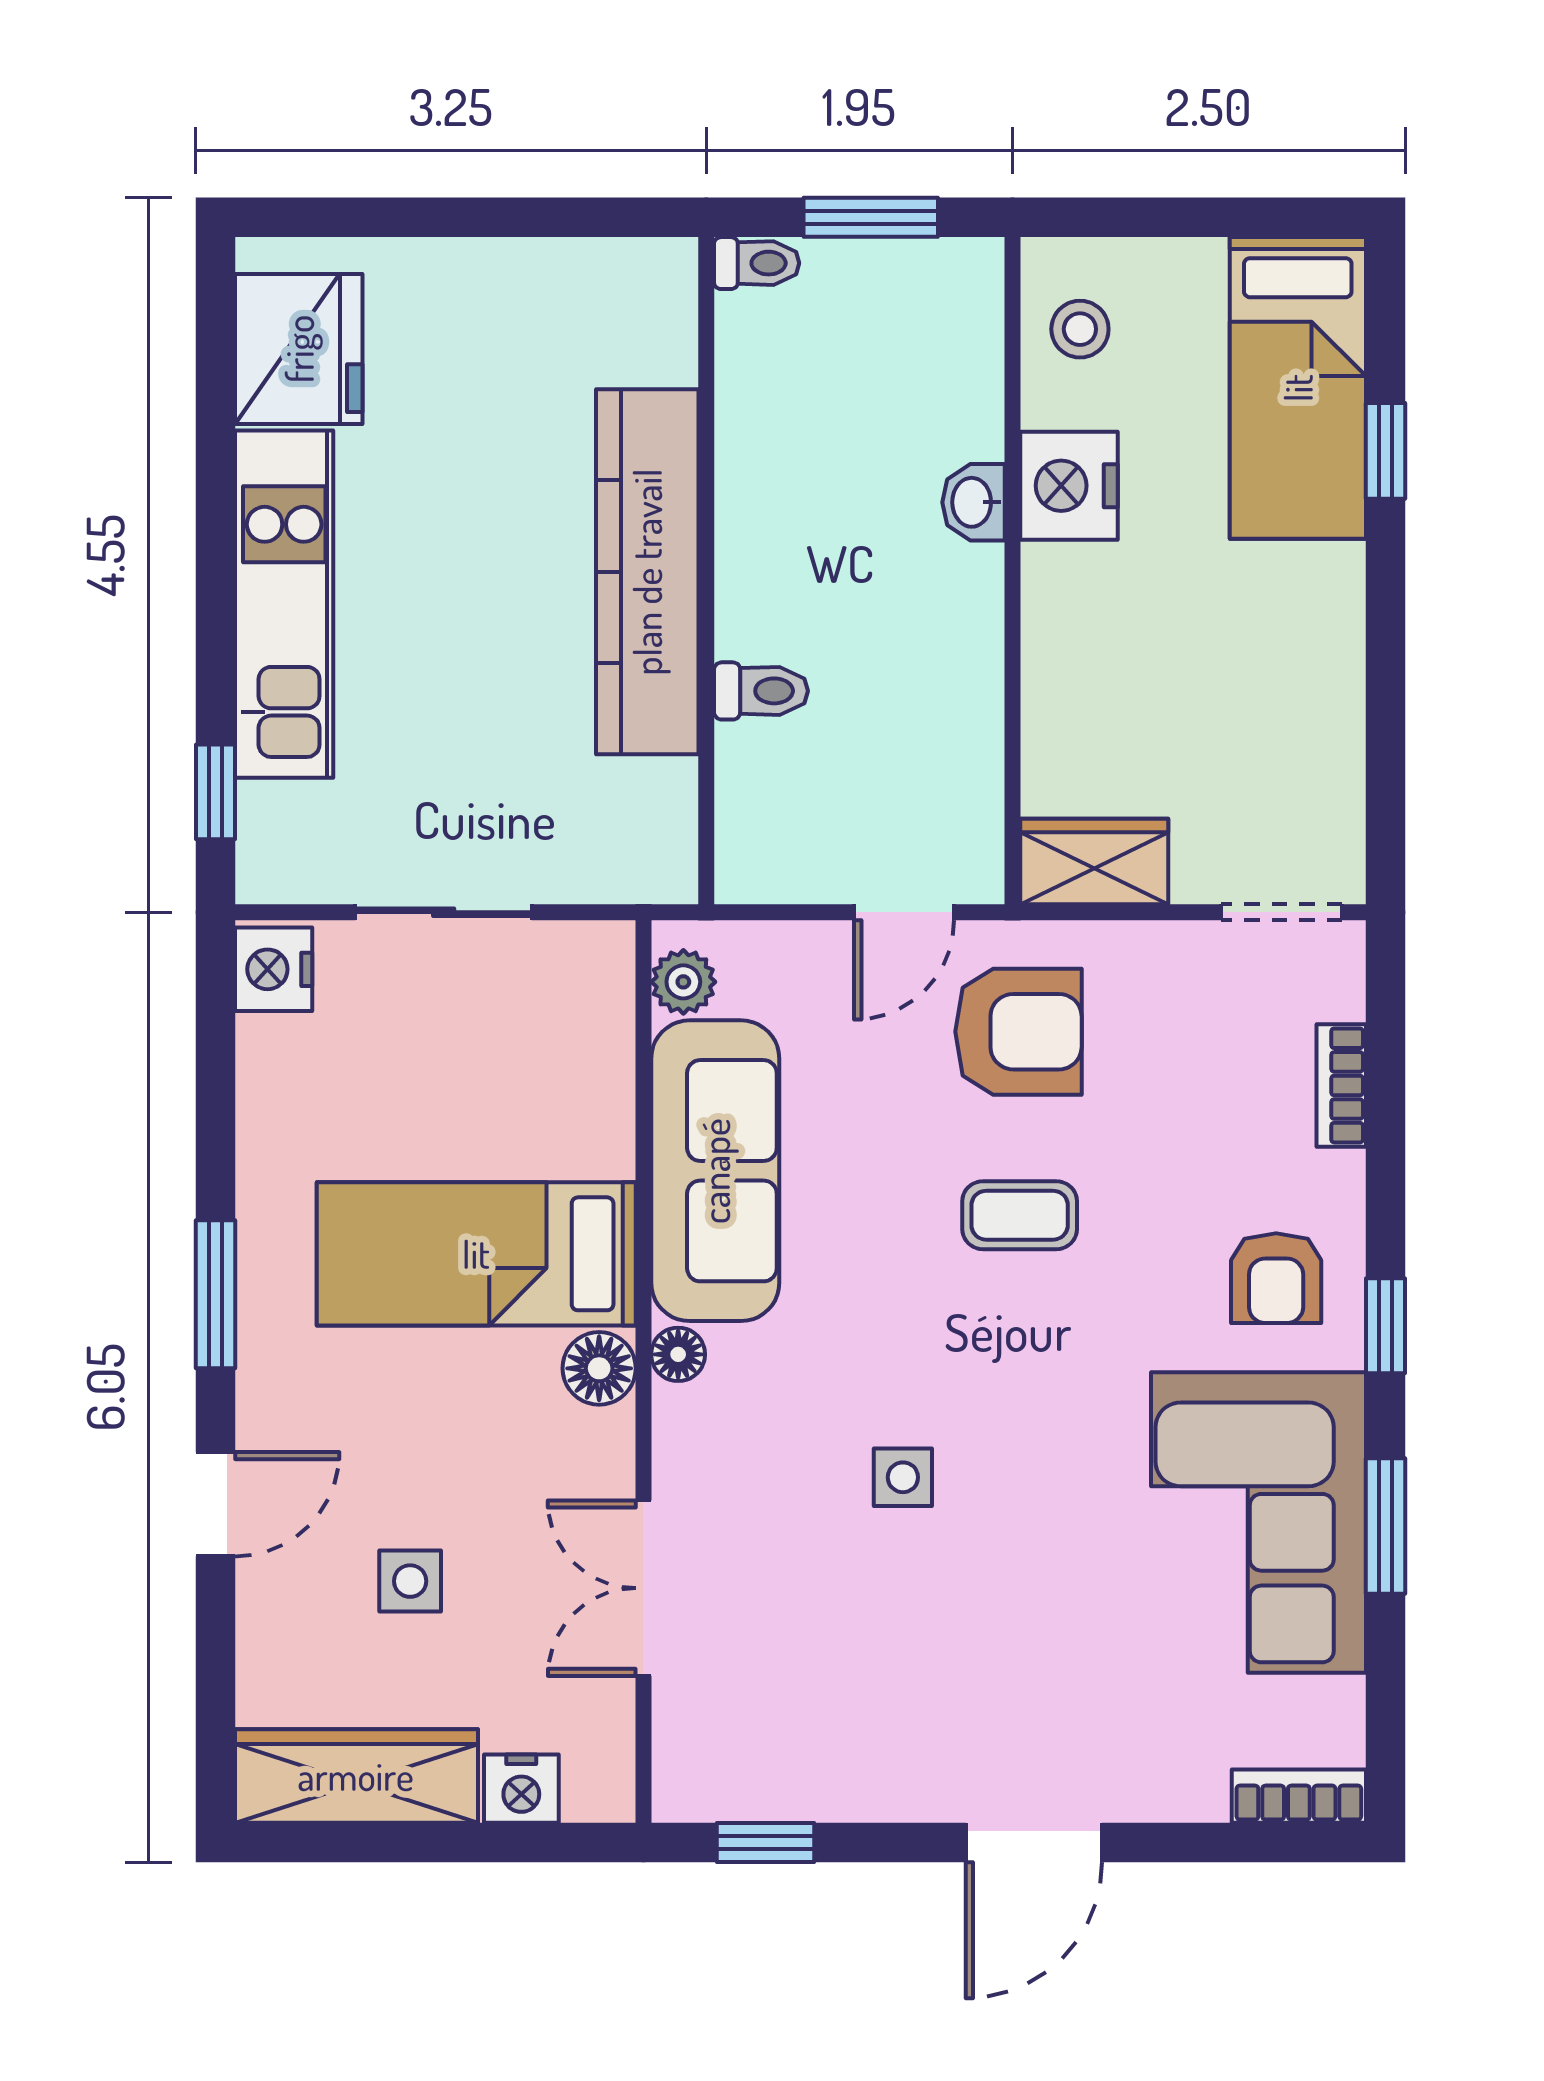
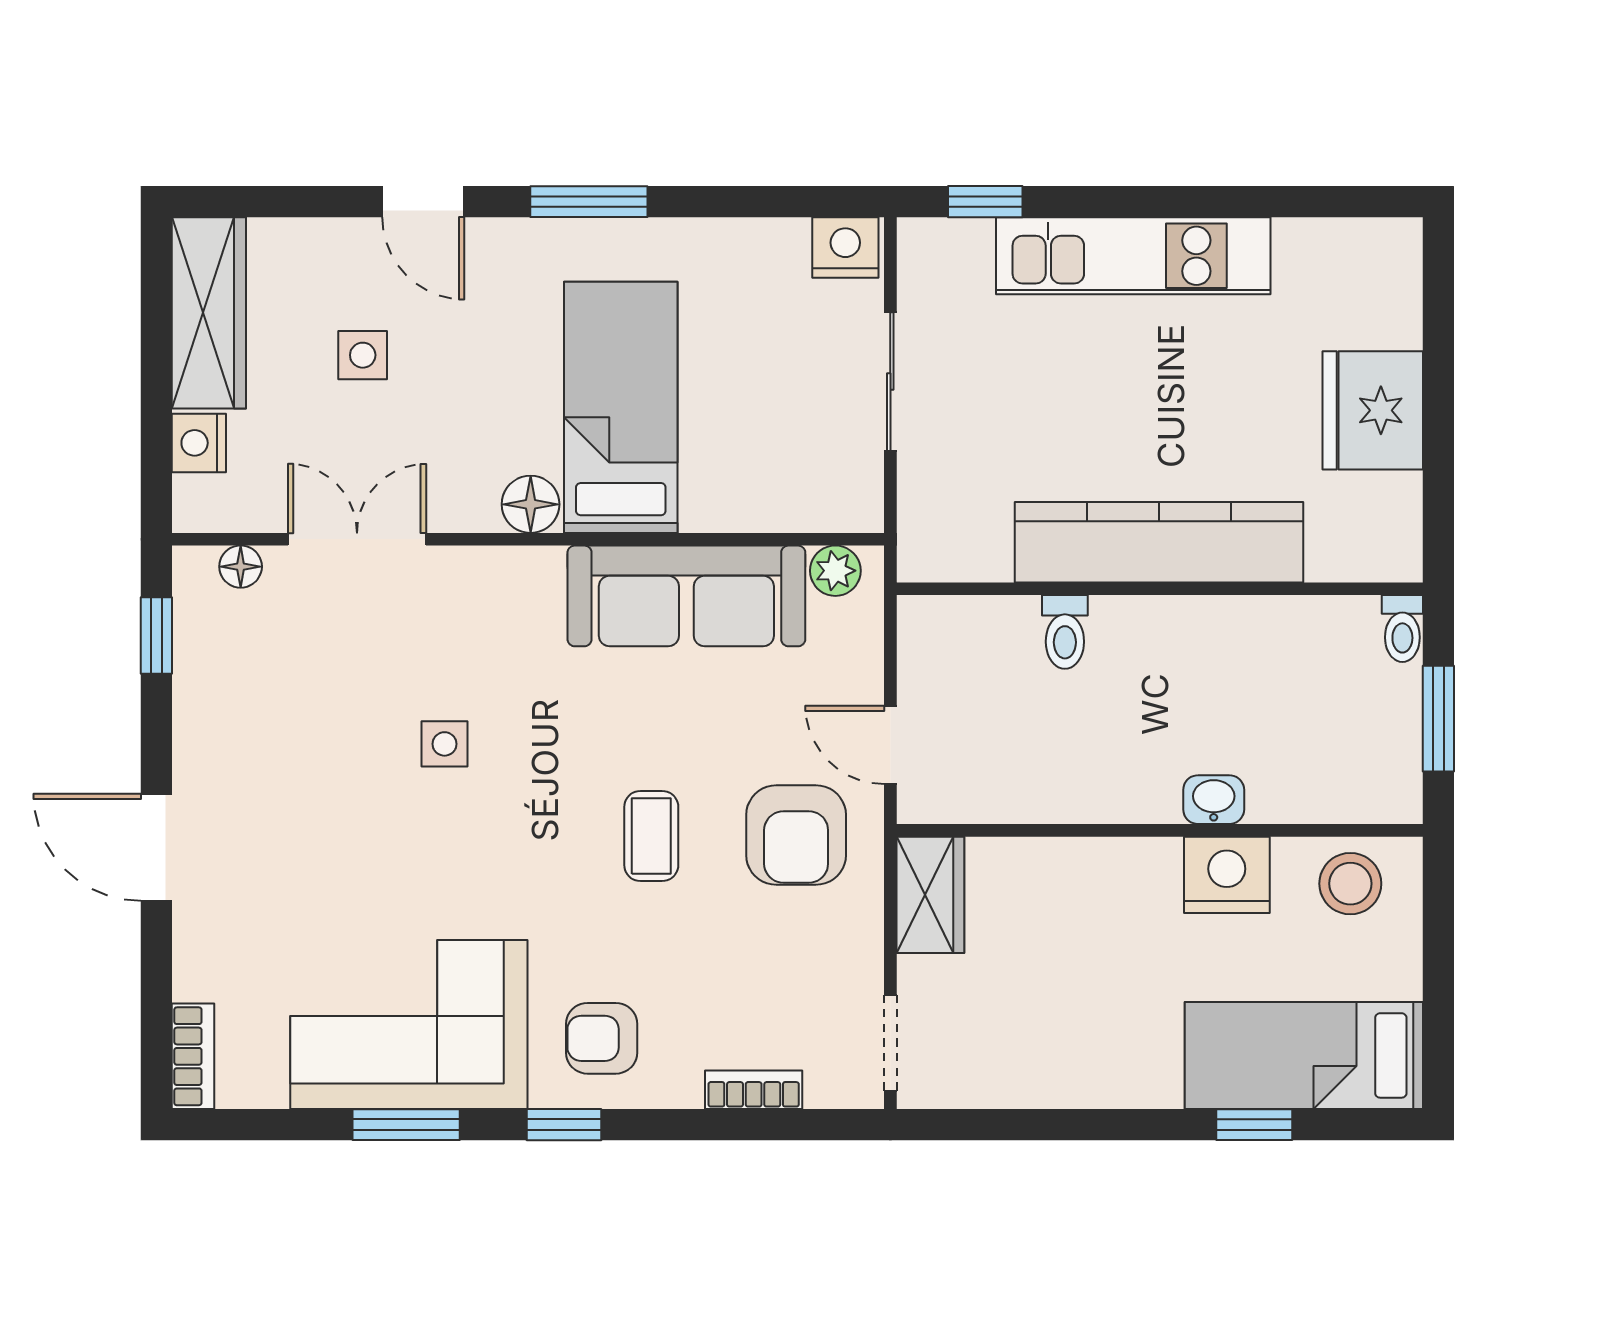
stool: (1080, 329) -> (1350, 884), width x1.37, depth x1.37
fridge: (299, 349) -> (1373, 410), moved, turned 90
floor lamp: (678, 1354) -> (241, 567), moved

